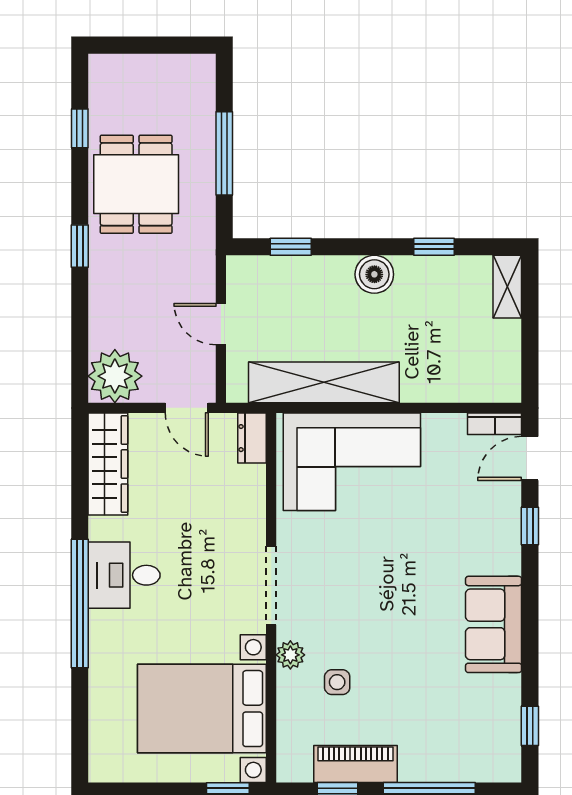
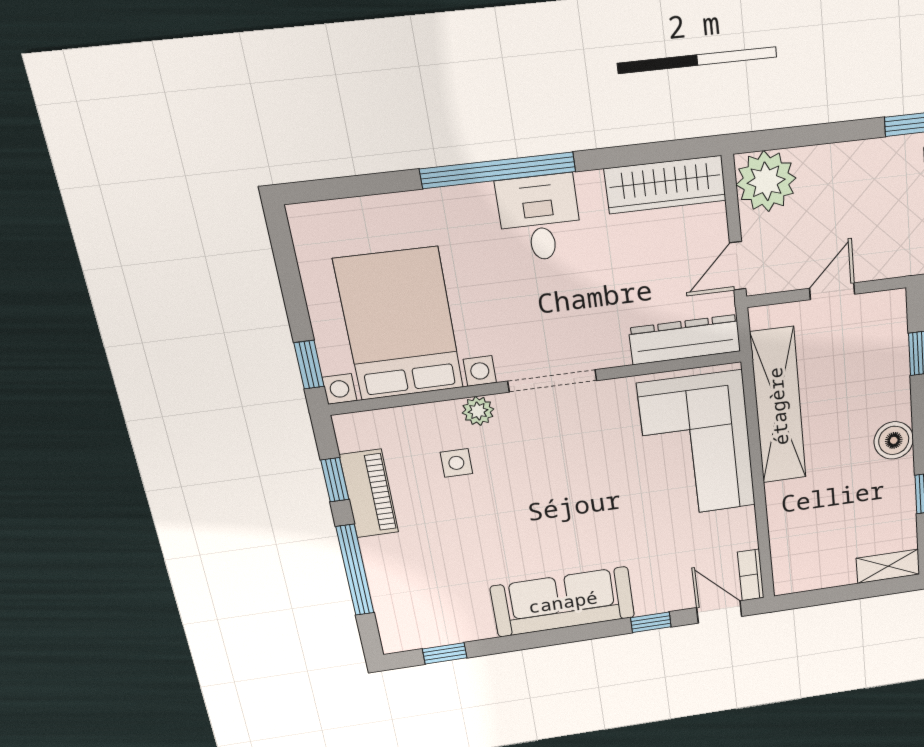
dresser: (252, 438) -> (685, 340), width x1.96, depth x1.24
sofa: (494, 624) -> (563, 602), width x1.36

